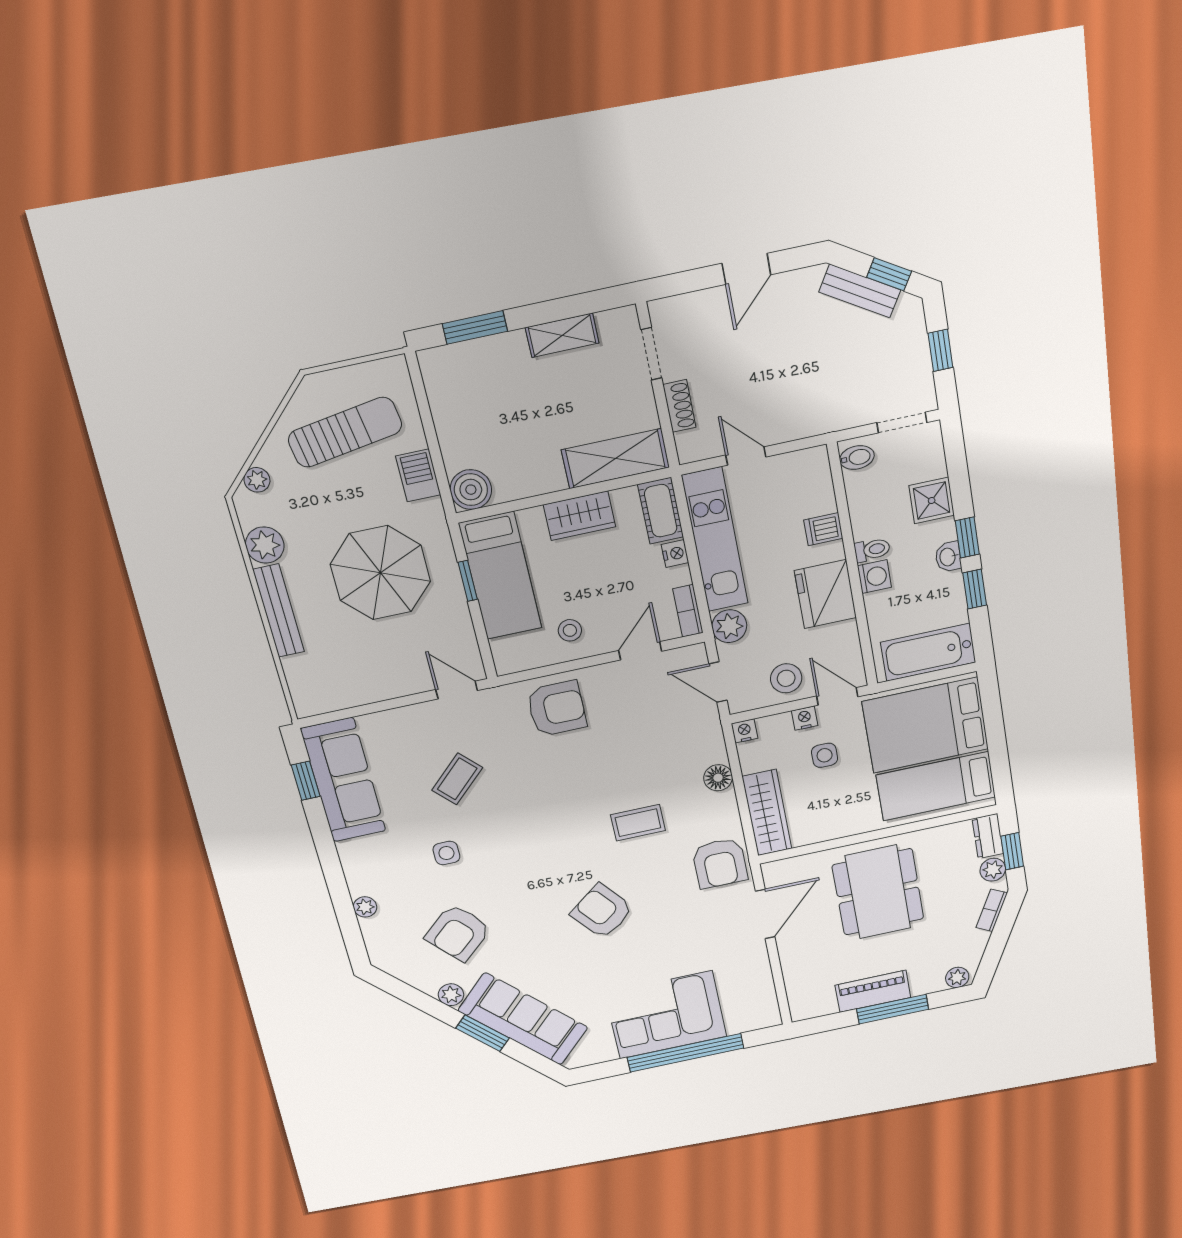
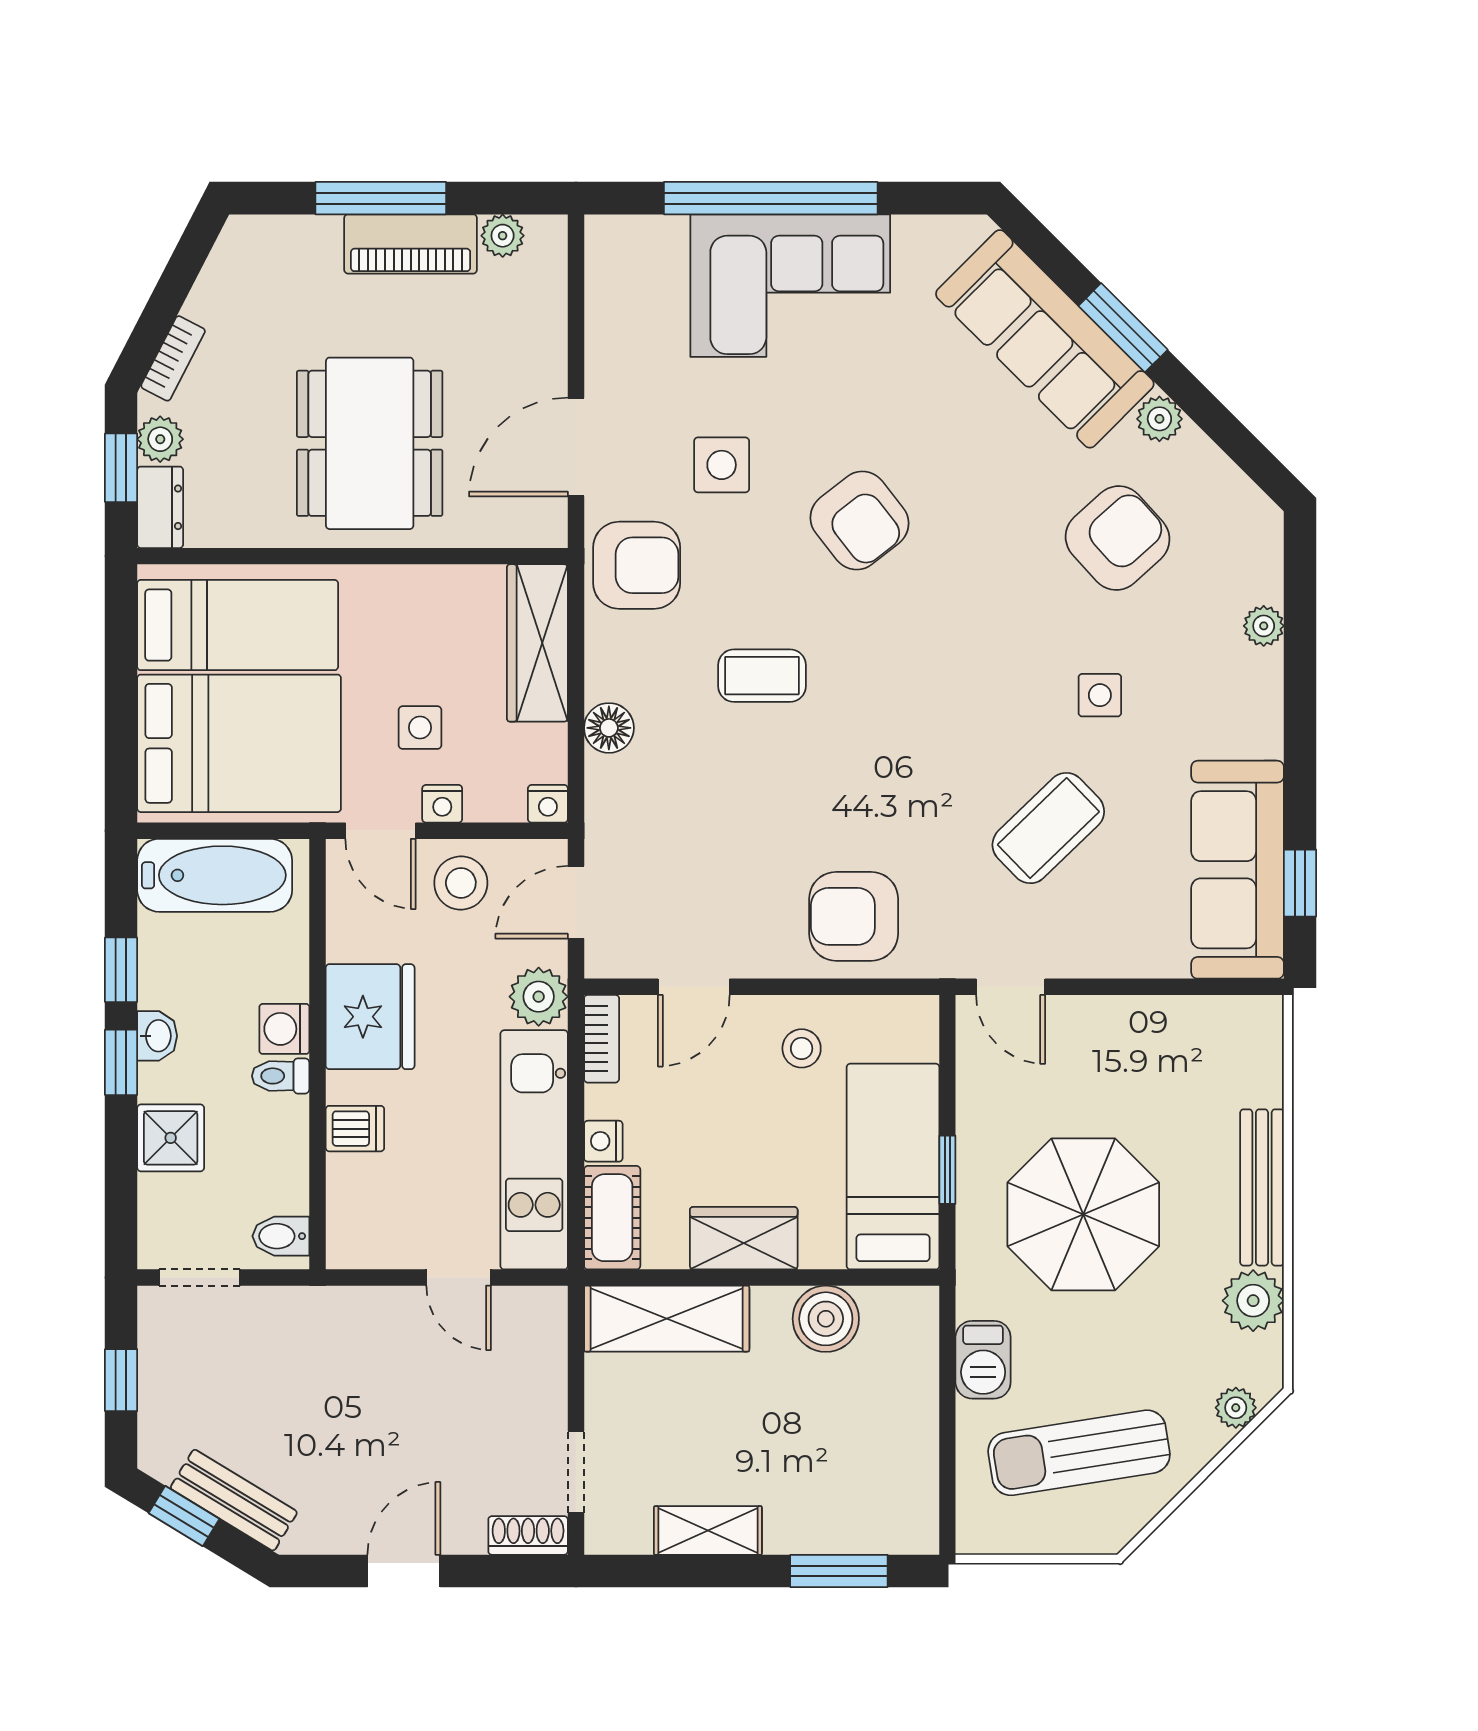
shoe rack: (679, 406) -> (528, 1535), moved, turned 90
boiler: (471, 490) -> (826, 1319), moved
door: (718, 682) -> (576, 902), swing flipped
coffee table: (457, 779) -> (1048, 828), width x1.36, depth x1.30
armchair: (720, 863) -> (637, 565), turned 90
side table: (684, 922) -> (722, 465), added
plant: (957, 977) -> (503, 236), moved

